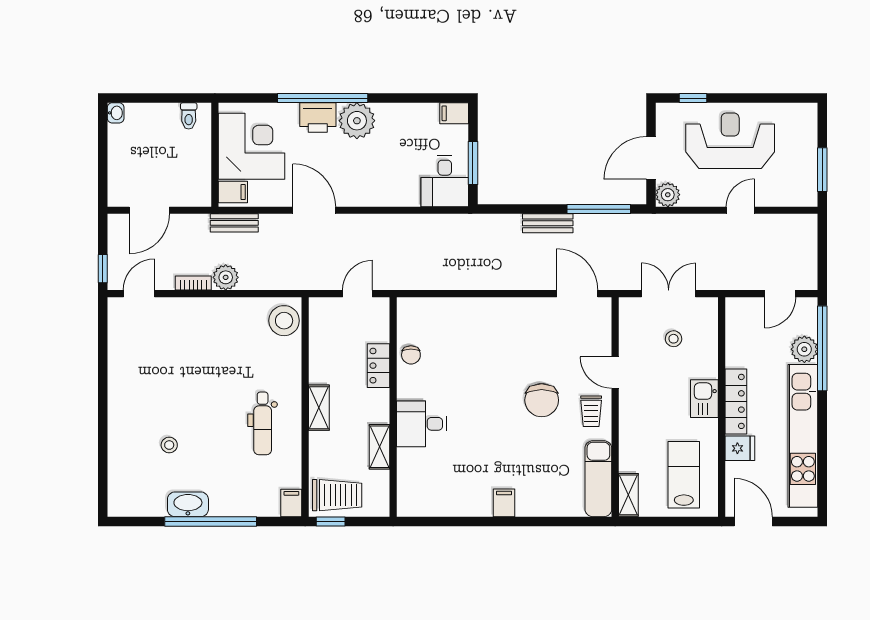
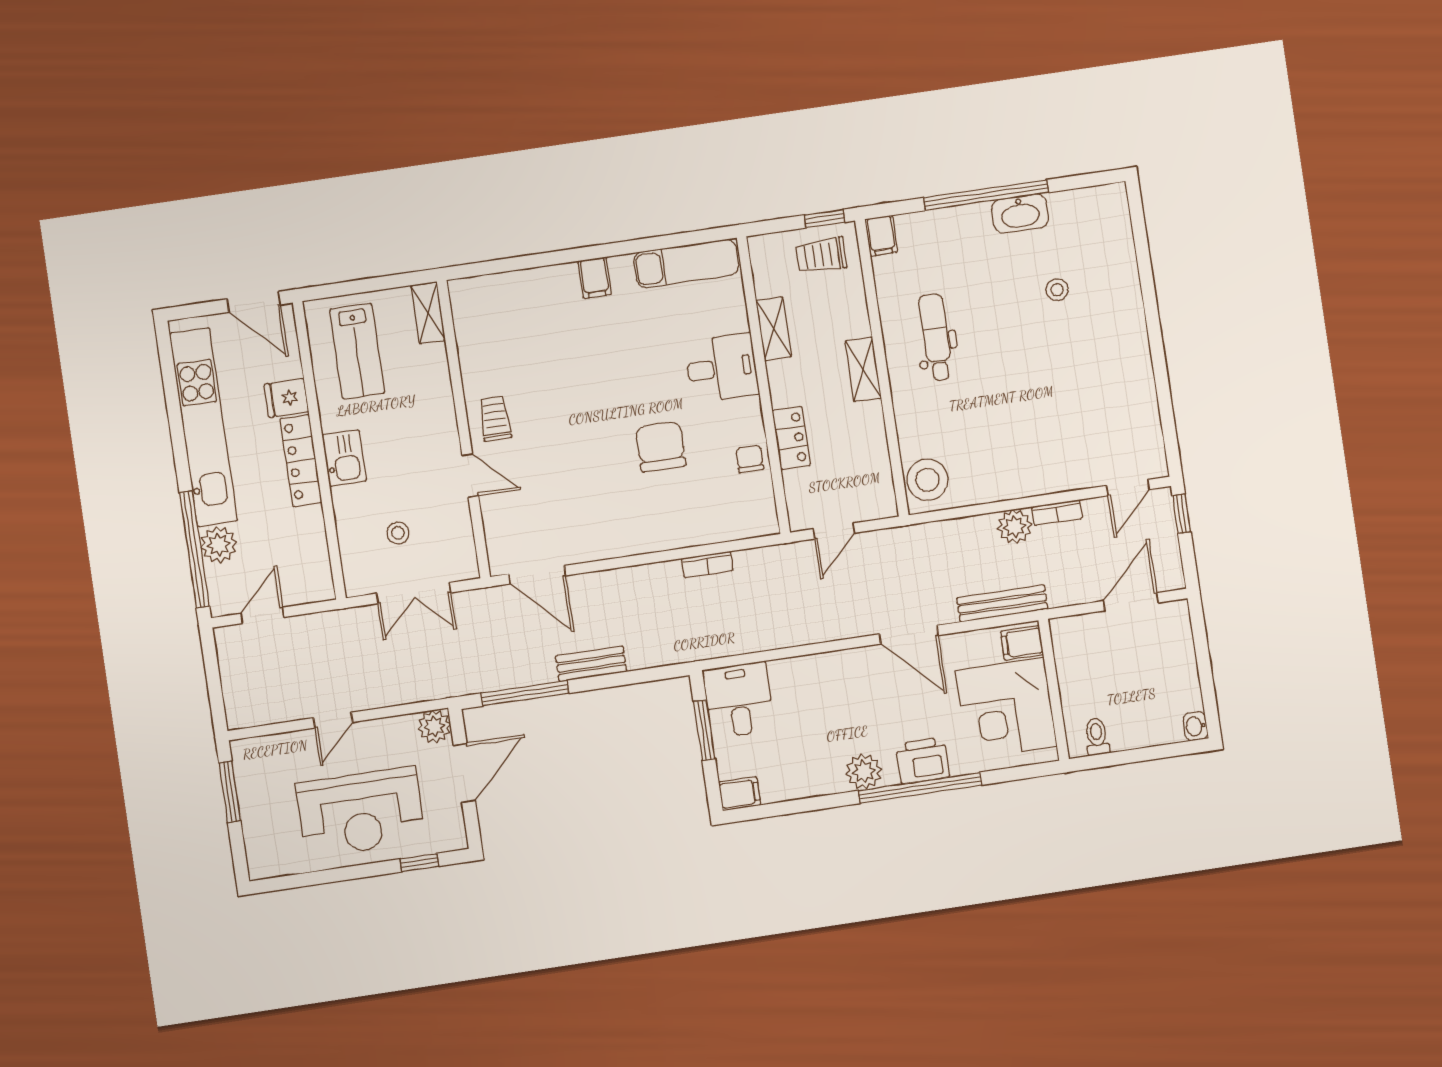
plant: (357, 121) -> (864, 772), width x0.73, depth x0.73
bench: (234, 223) -> (1002, 603), width x1.36
bookcase: (453, 283) -> (707, 564), added
chair: (542, 400) -> (661, 447), moved
exam couch: (598, 479) -> (686, 263), moved, turned 90
trolley: (337, 495) -> (821, 255), width x0.73, depth x0.72

